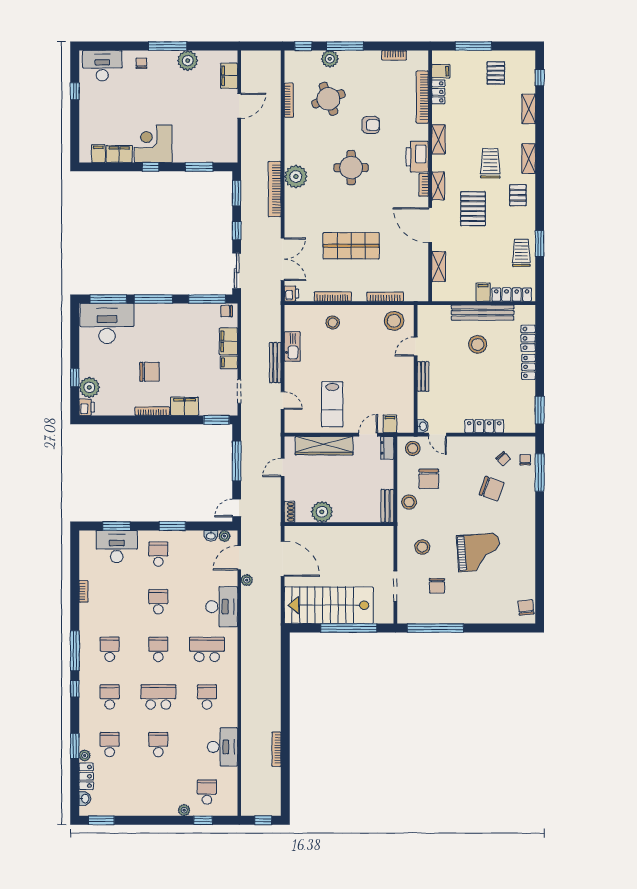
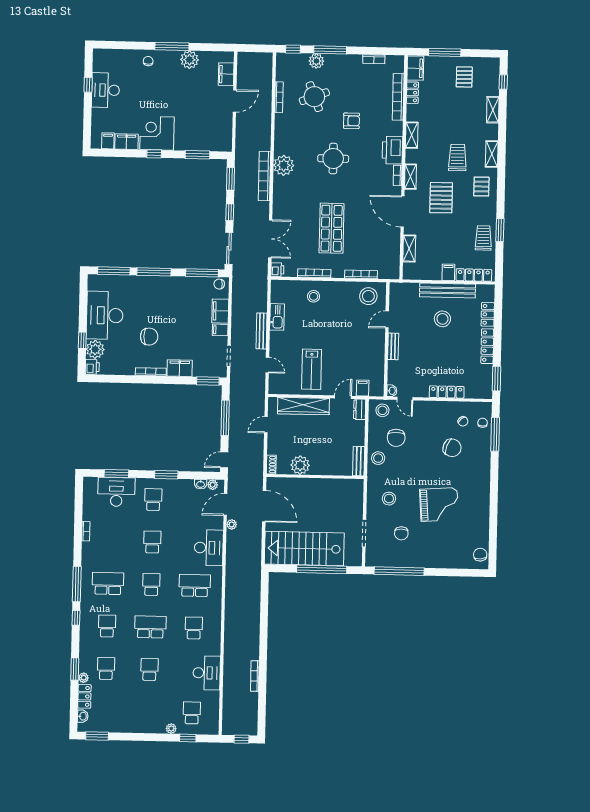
desk: (102, 66) -> (106, 90), moved, turned -90
filing cabinet: (441, 71) -> (415, 68), width x2.00
shop shelf: (351, 246) -> (332, 228), turned 90
desk: (107, 323) -> (105, 315), moved, turned -90
locker: (529, 367) -> (487, 346), width x1.53
school desk: (110, 649) -> (108, 584), width x1.85

